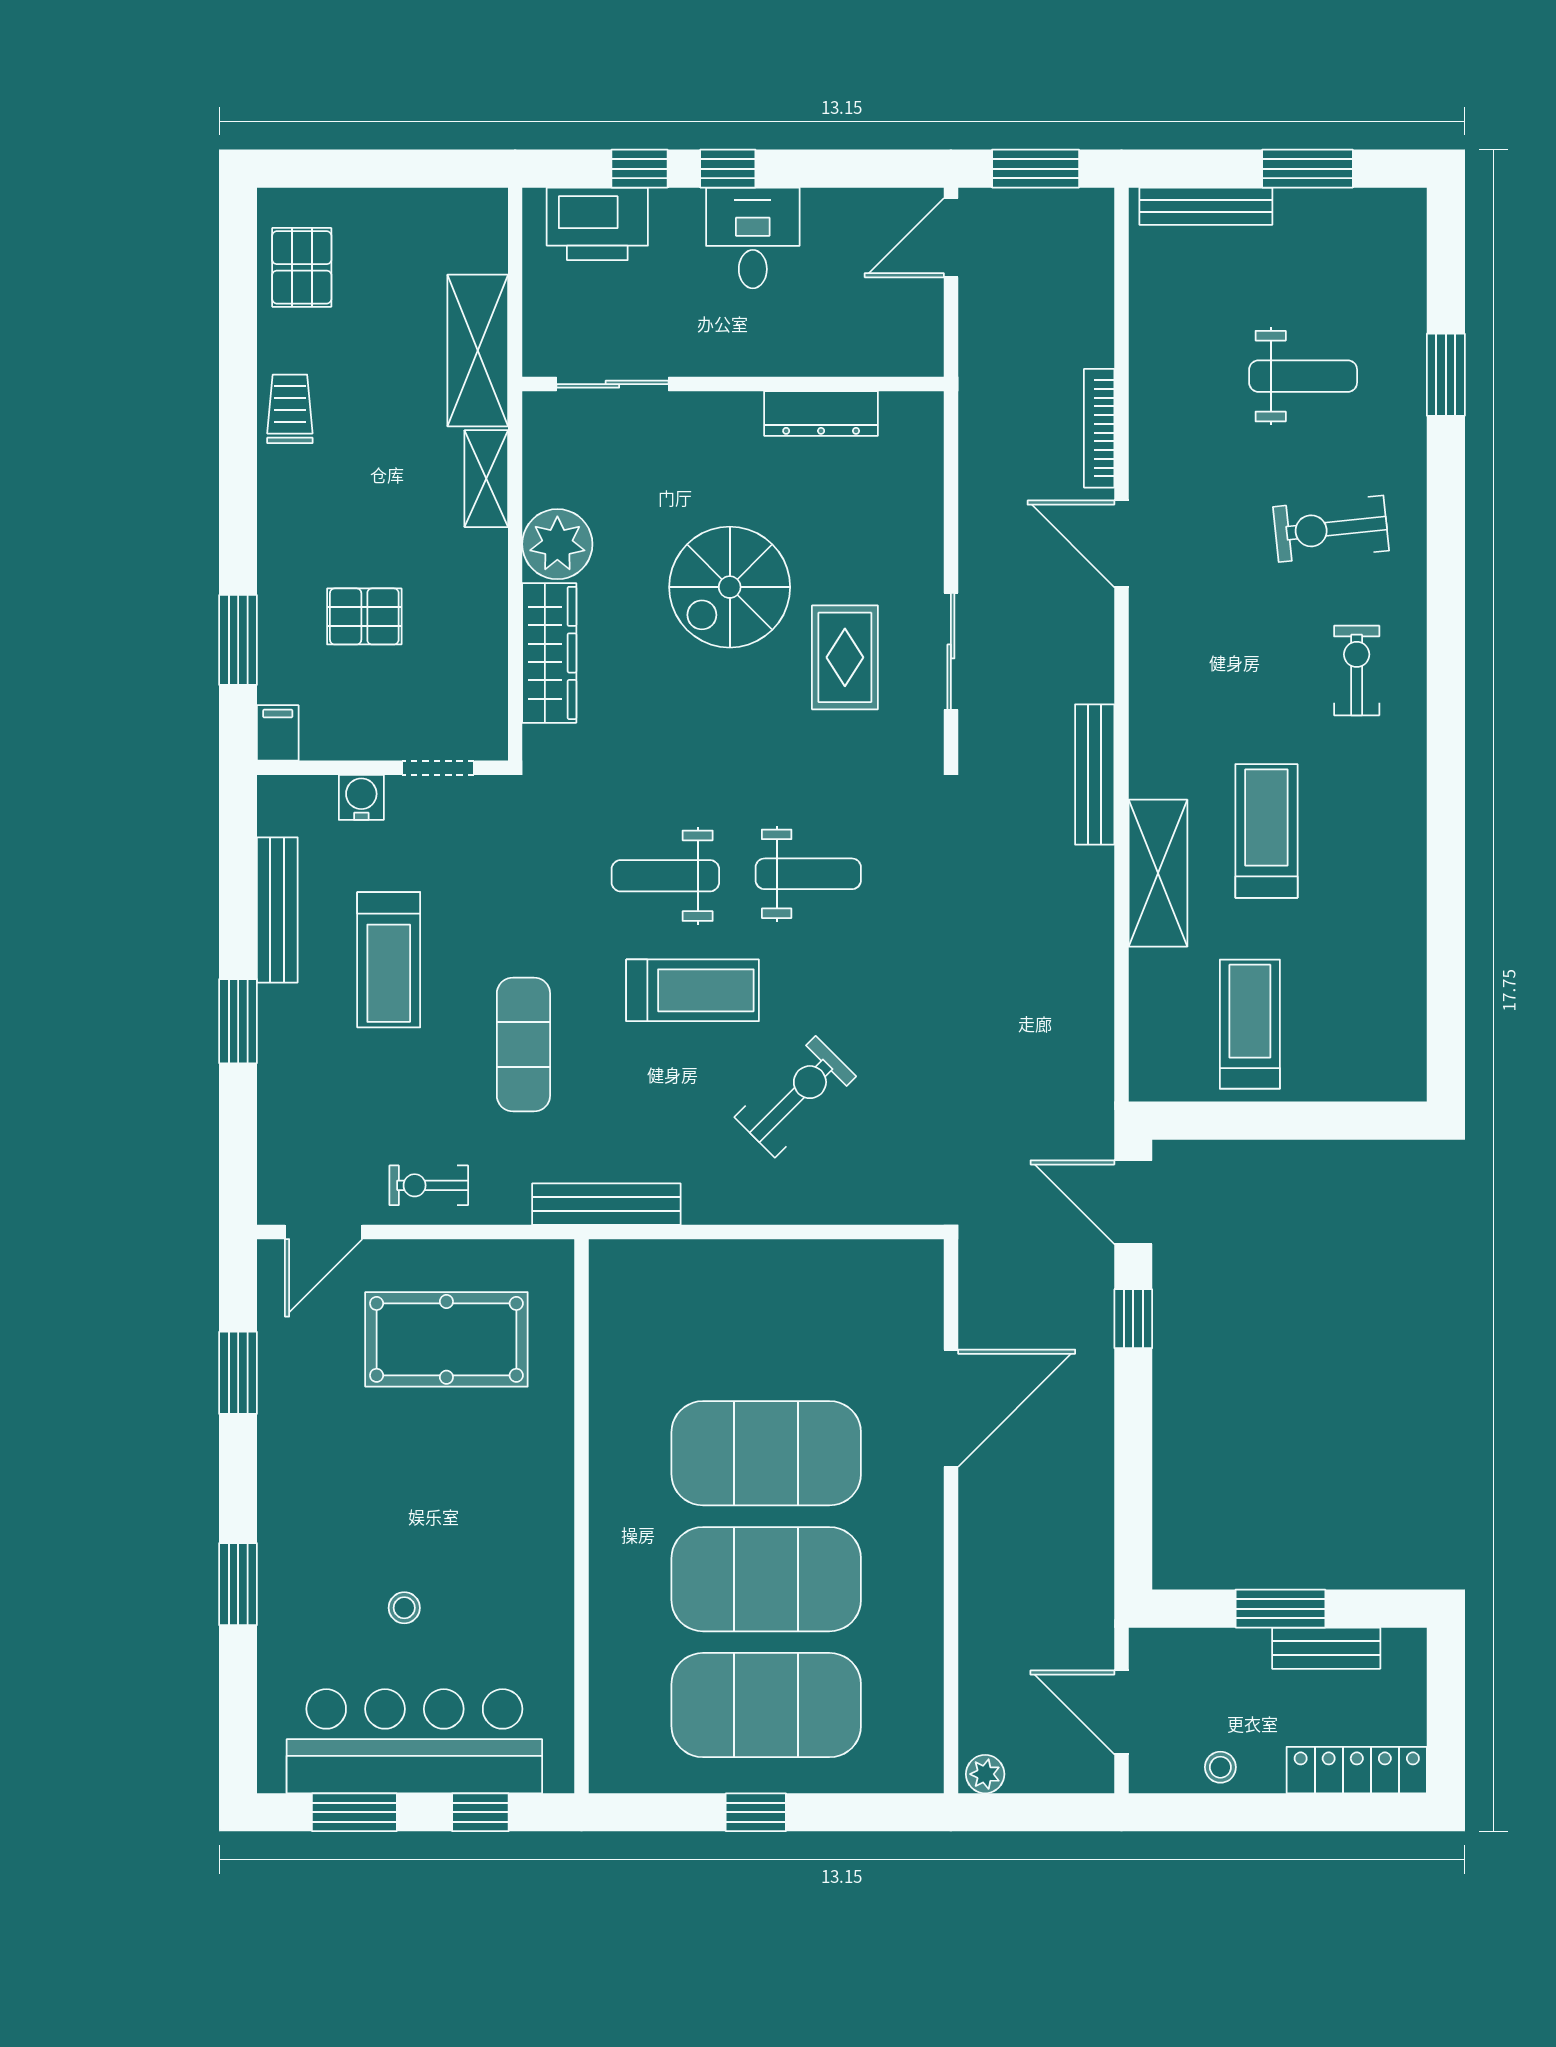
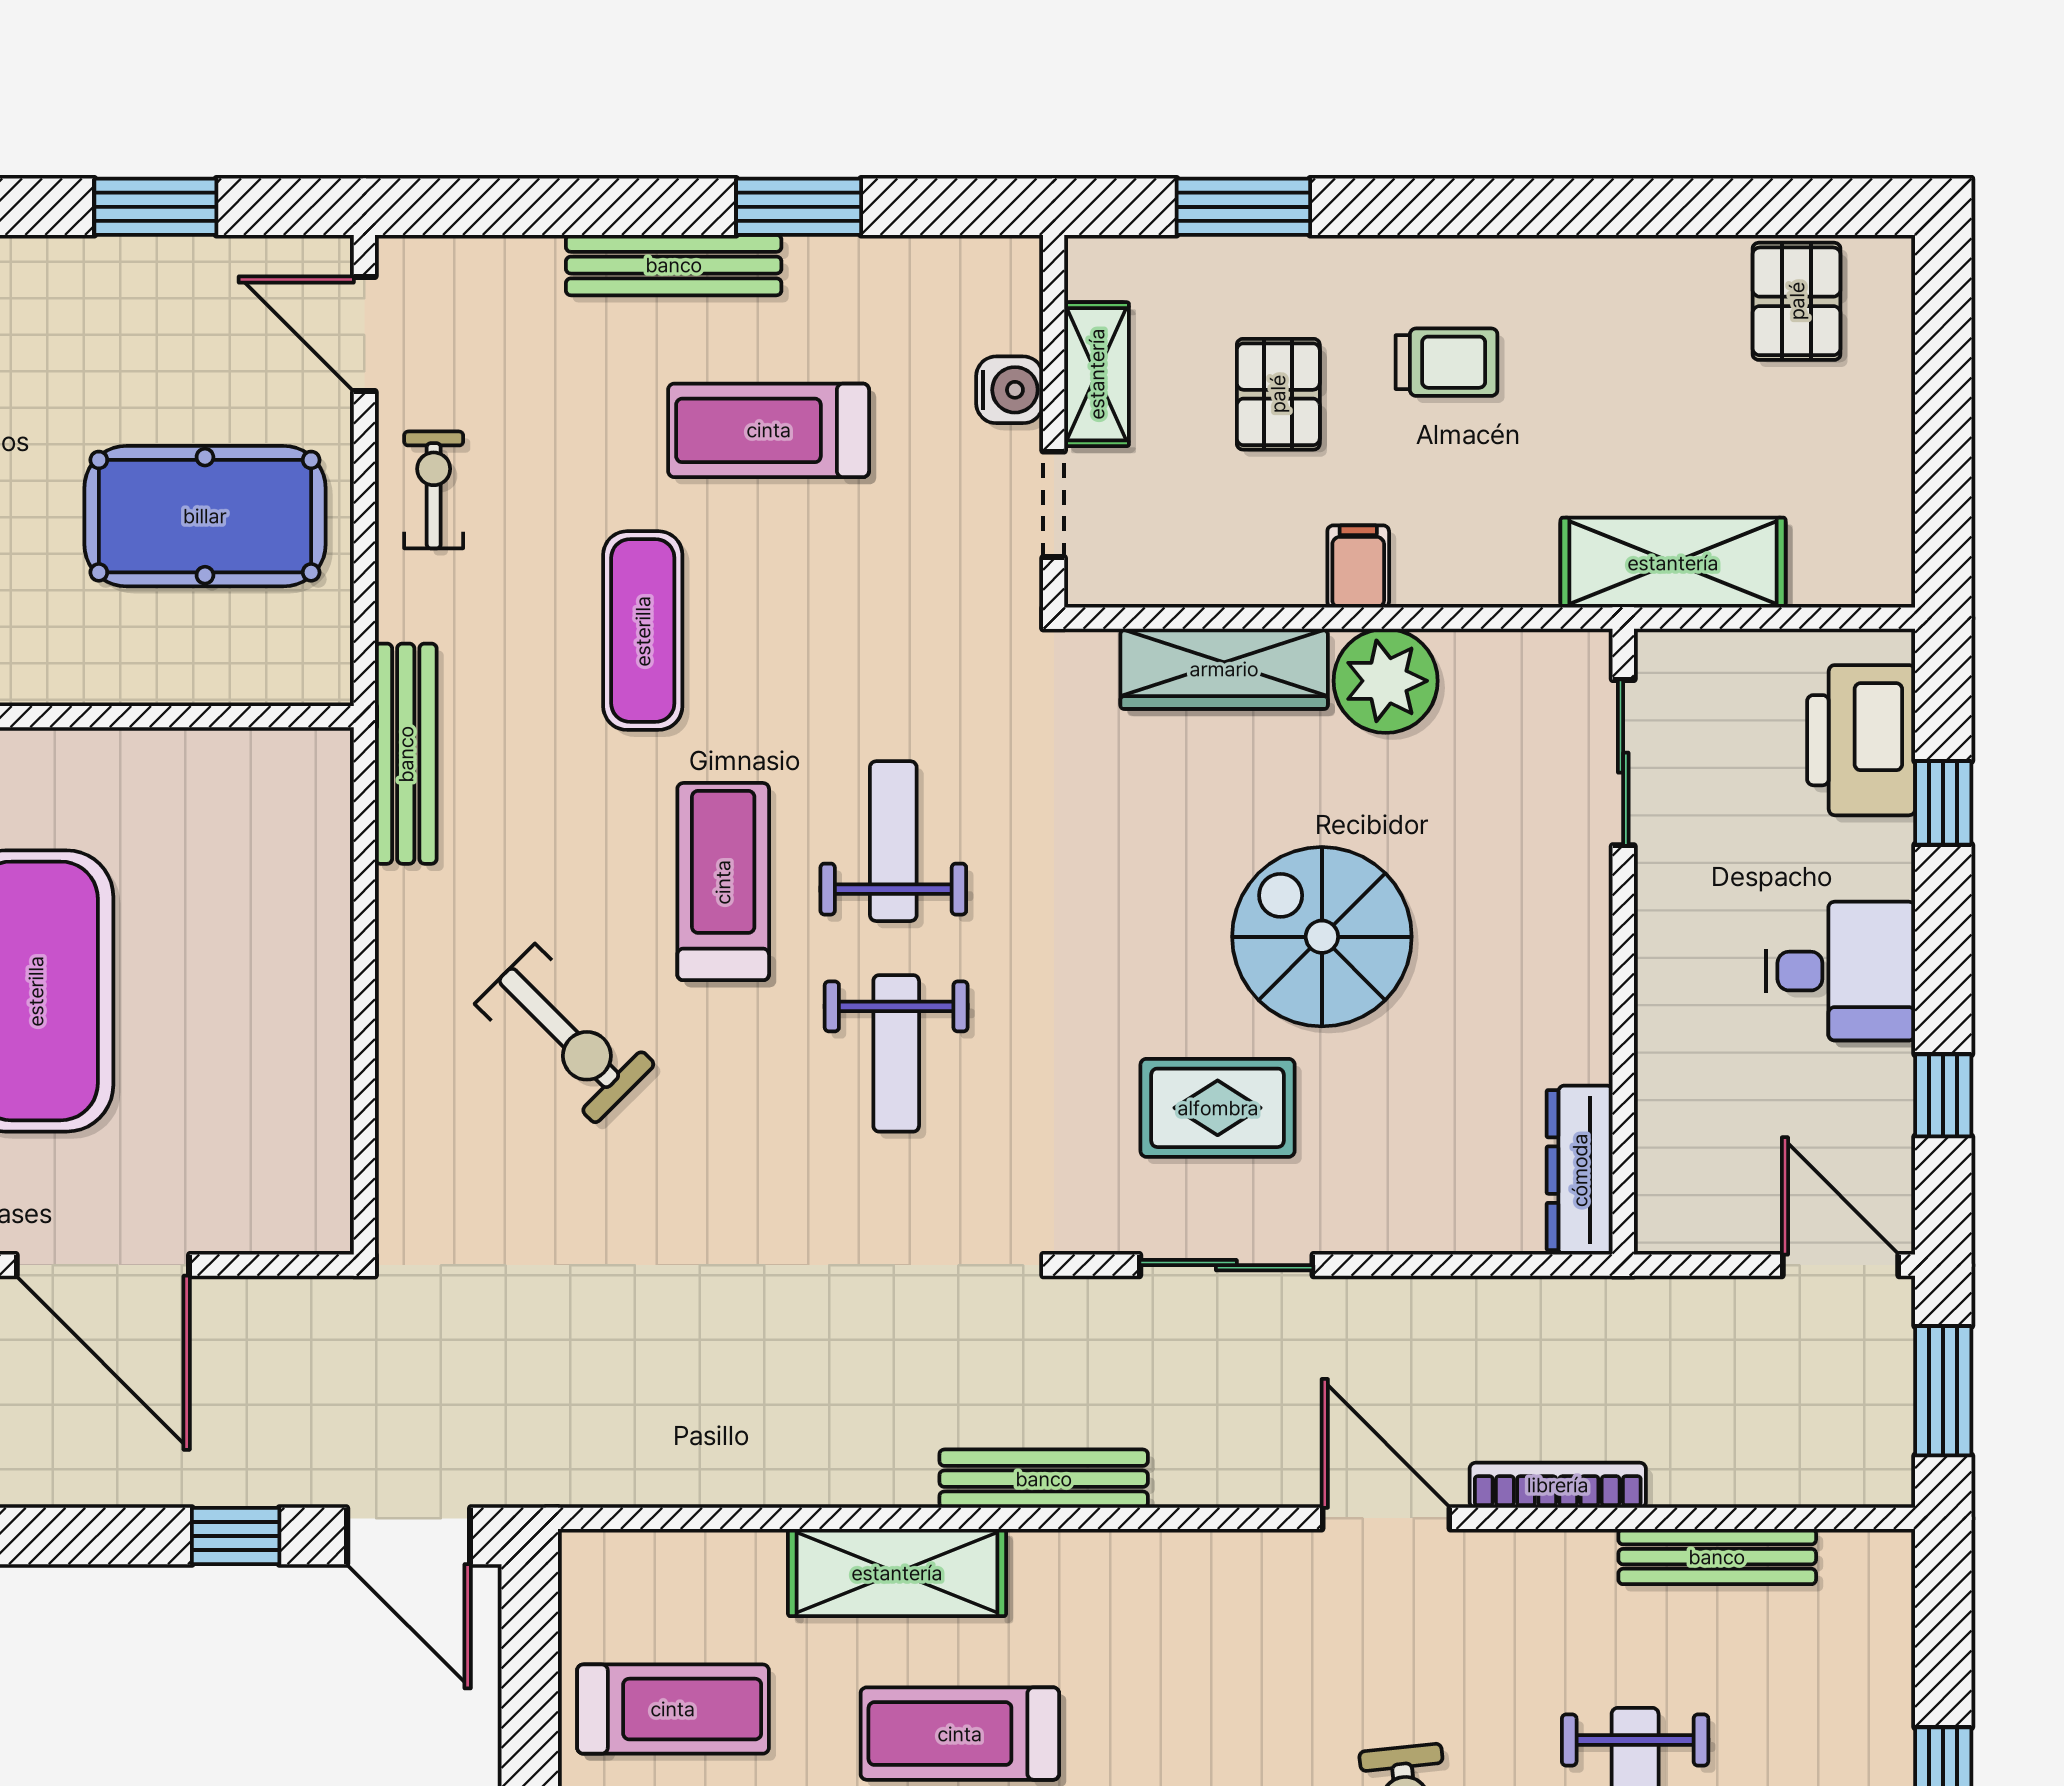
window: (728, 169) -> (1943, 1095), moved
bench: (1206, 206) -> (1717, 1557), moved, turned 90
pallet: (302, 267) -> (1797, 301), turned 90
trolley: (290, 409) -> (1447, 362), moved
dresser: (821, 413) -> (1580, 1170), moved
shelving: (486, 479) -> (1097, 374), moved, turned 90
door: (1121, 544) -> (1386, 1518), hinge flipped
filing cabinet: (278, 733) -> (1358, 566), moved, turned -90
treadmill: (1266, 831) -> (960, 1734), turned 180
bench: (277, 910) -> (674, 265), moved
treadmill: (693, 990) -> (723, 882), turned 180
window: (238, 1021) -> (799, 207), moved
exercise mat: (523, 1044) -> (643, 631), turned 90
door: (1133, 1202) -> (409, 1536), swing flipped
pool table: (446, 1339) -> (205, 516), turned 90

